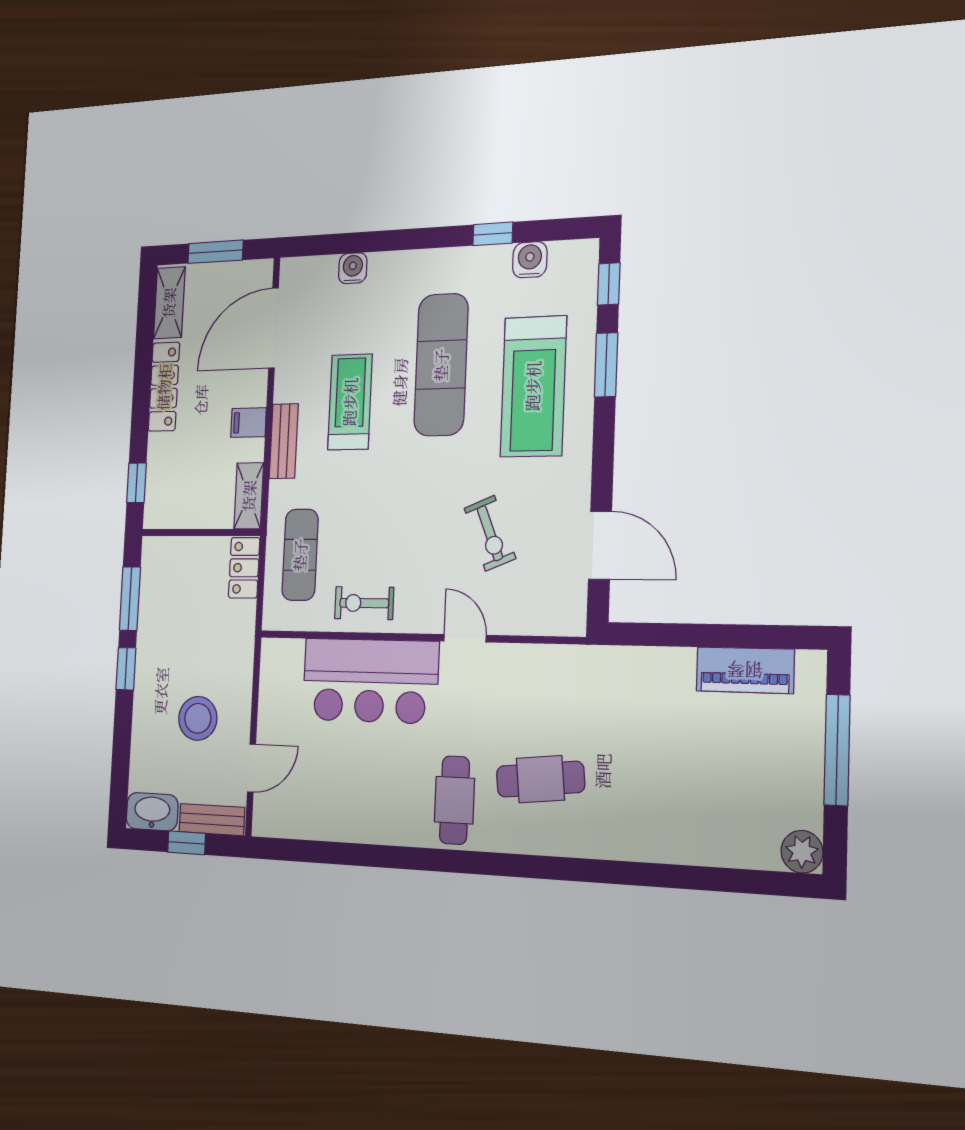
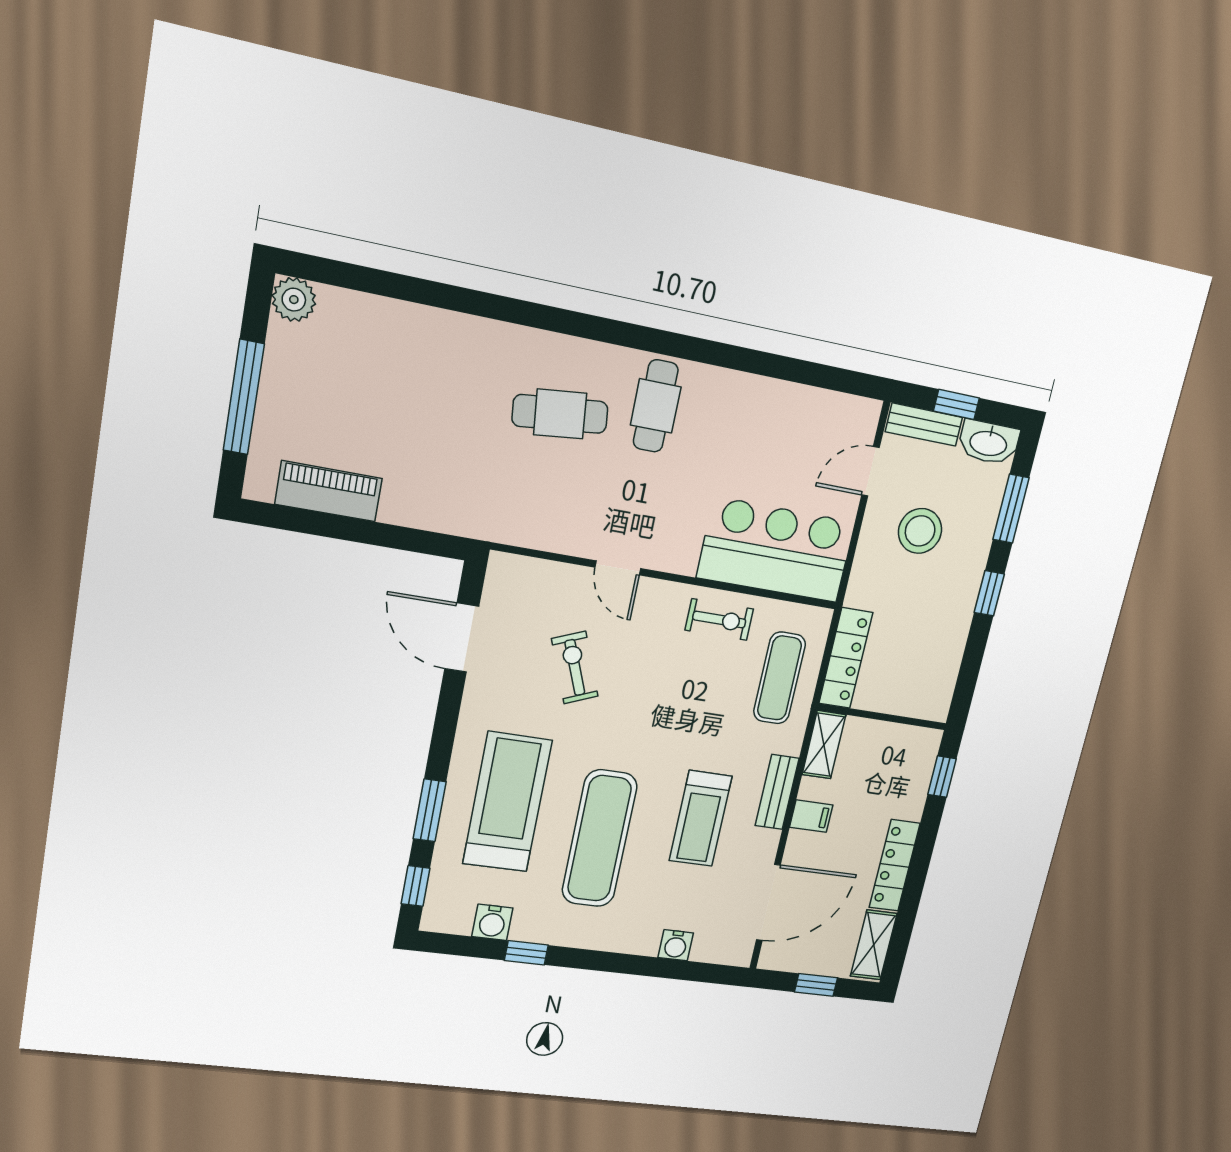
window: (215, 252) -> (816, 985), width x0.67
locker: (244, 568) -> (846, 658), width x1.53
window: (130, 599) -> (1011, 509), moved
bar counter: (370, 681) -> (776, 550), moved

